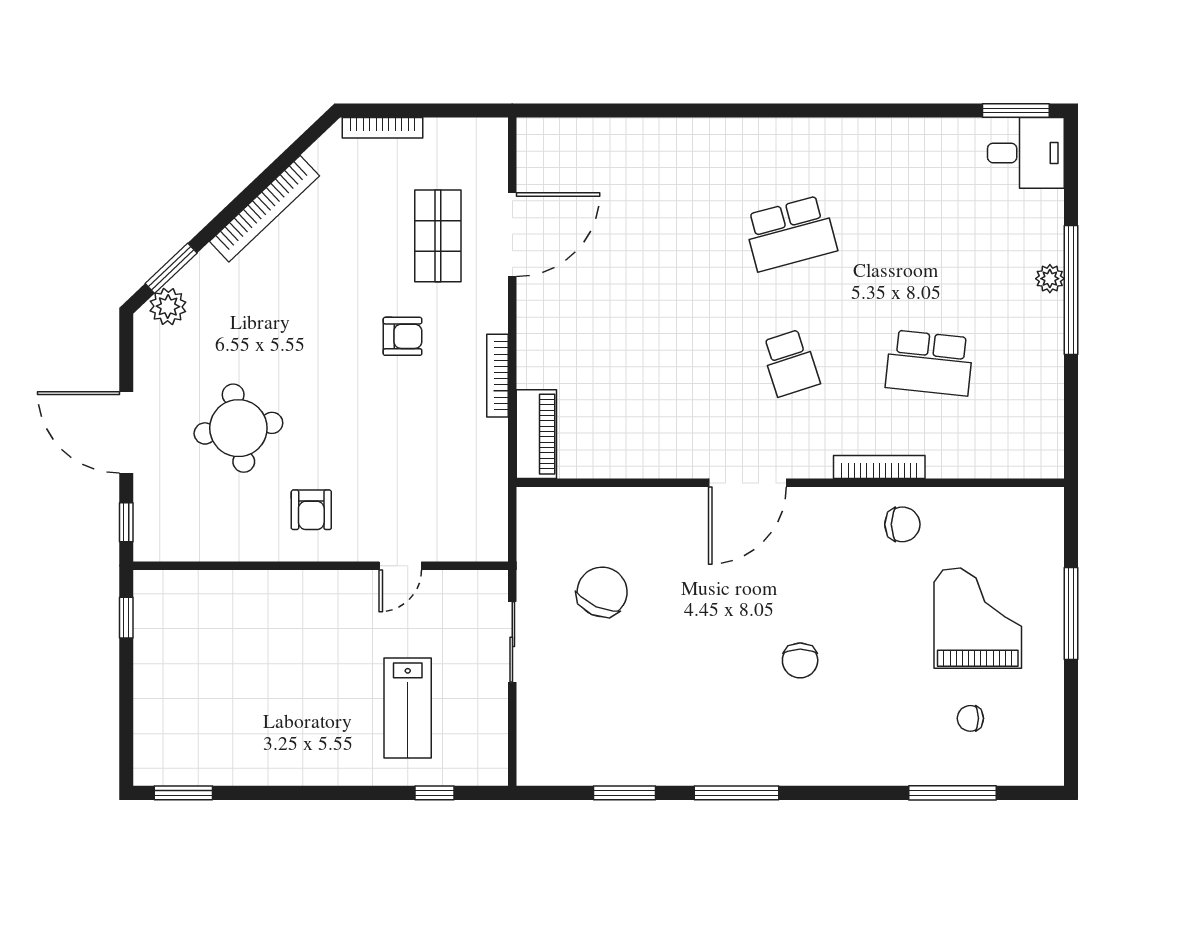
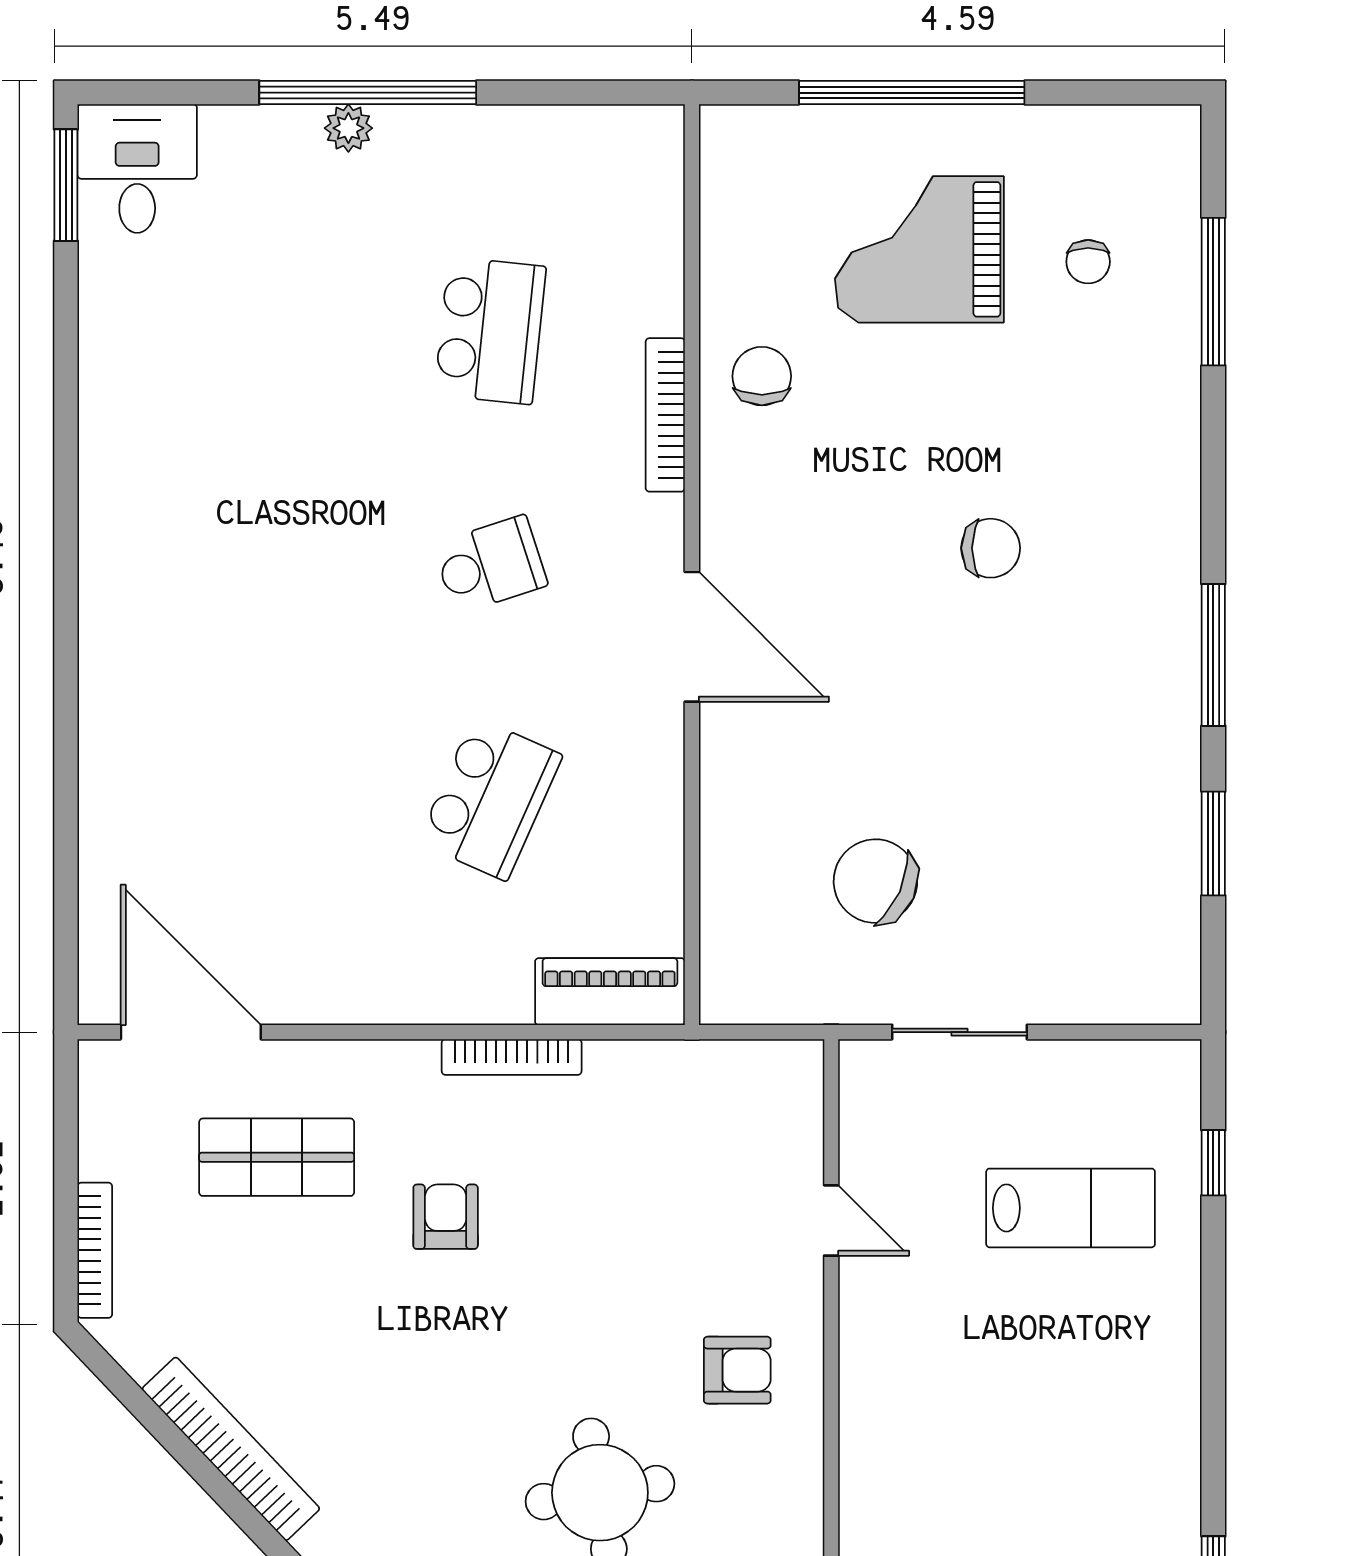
school desk: (790, 233) -> (490, 799), moved, turned 39
door: (512, 235) -> (191, 1032), moved
window: (1071, 614) -> (912, 93), width x1.46

